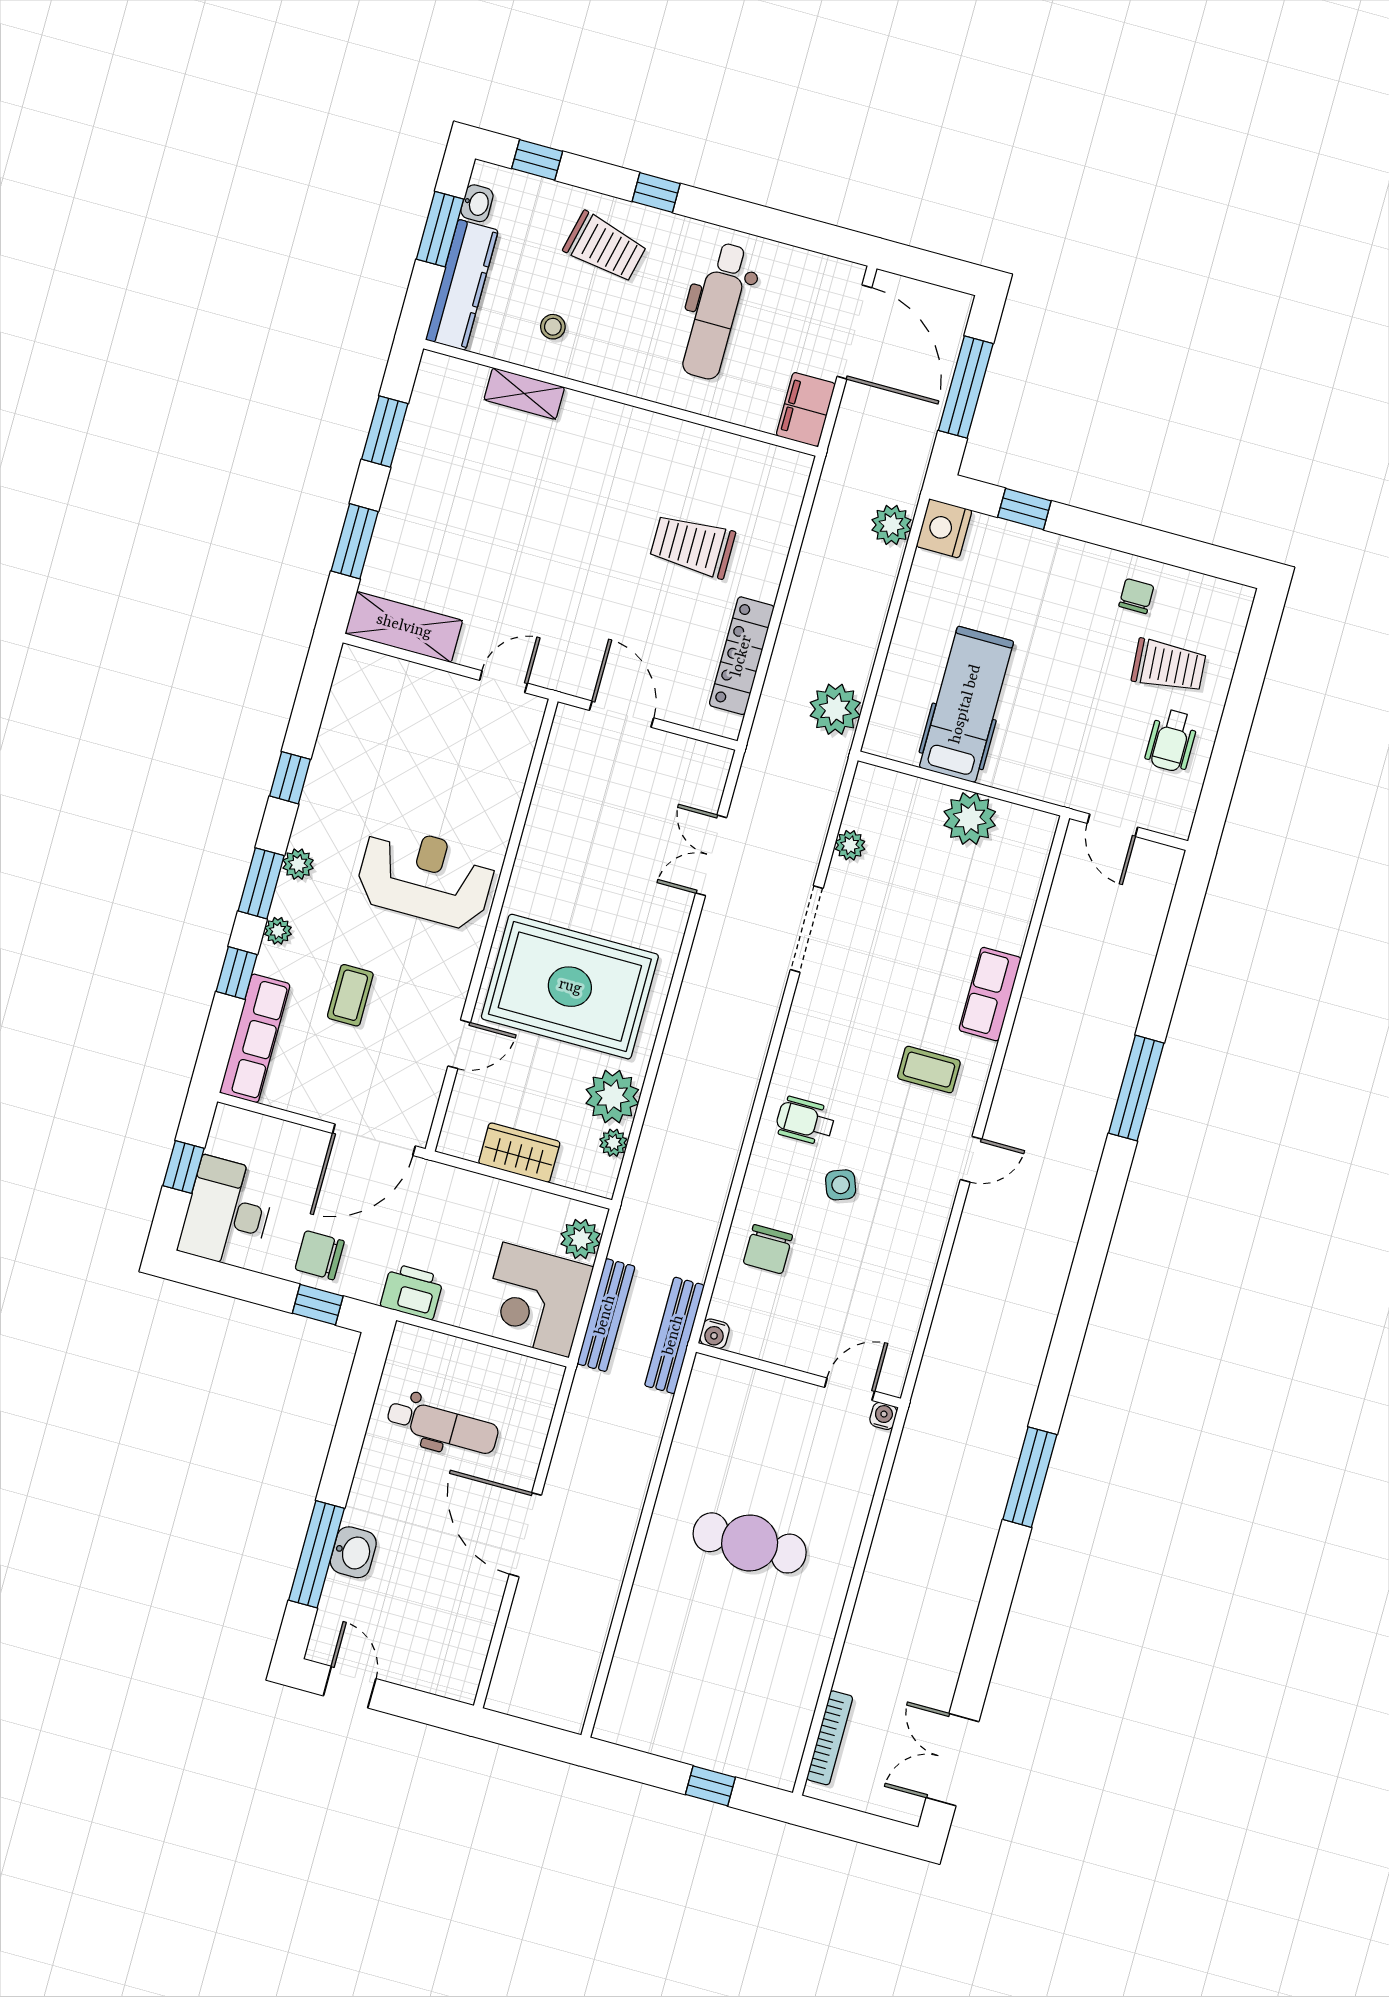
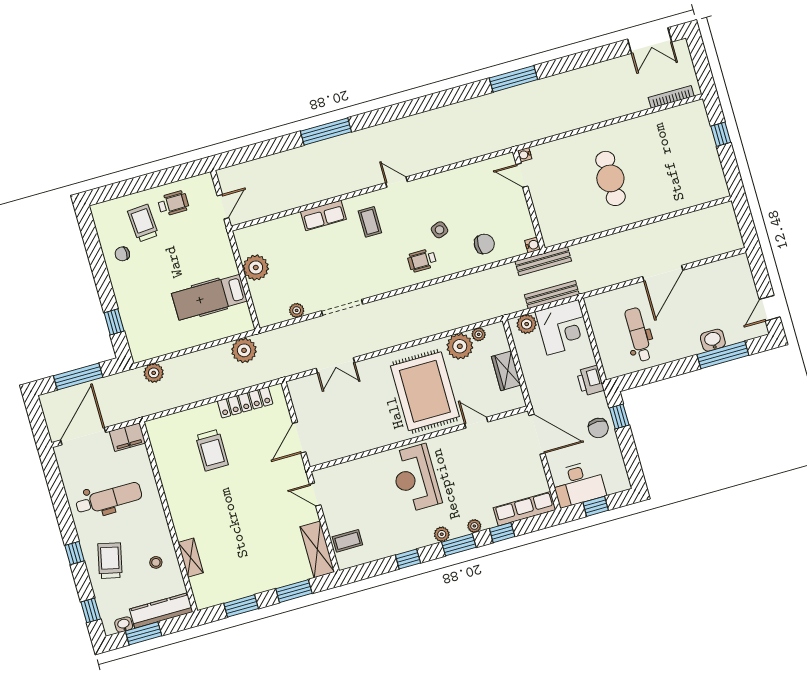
nightstand: (944, 528) -> (142, 350), removed
coffee table: (350, 995) -> (347, 541), moved
wheelchair: (805, 1121) -> (422, 260), turned 90
desk: (227, 1212) -> (578, 484), moved

